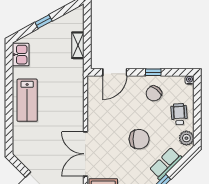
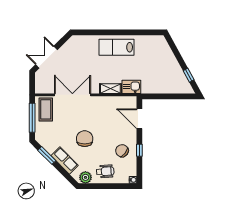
window: (44, 22) -> (189, 75), moved
shelving: (78, 45) -> (110, 89), moved
kitchen sink: (21, 55) -> (131, 87), moved, turned 180
chair: (139, 139) -> (85, 139), turned 180

